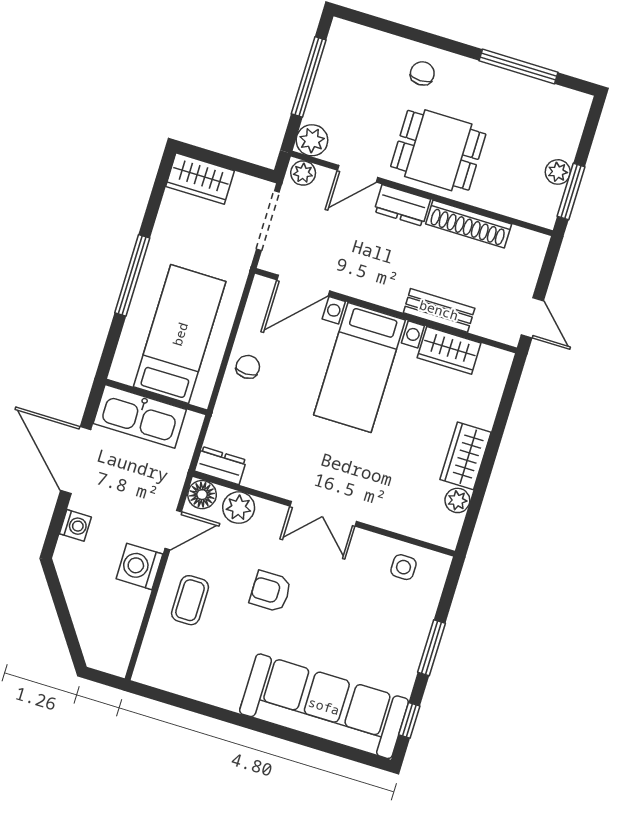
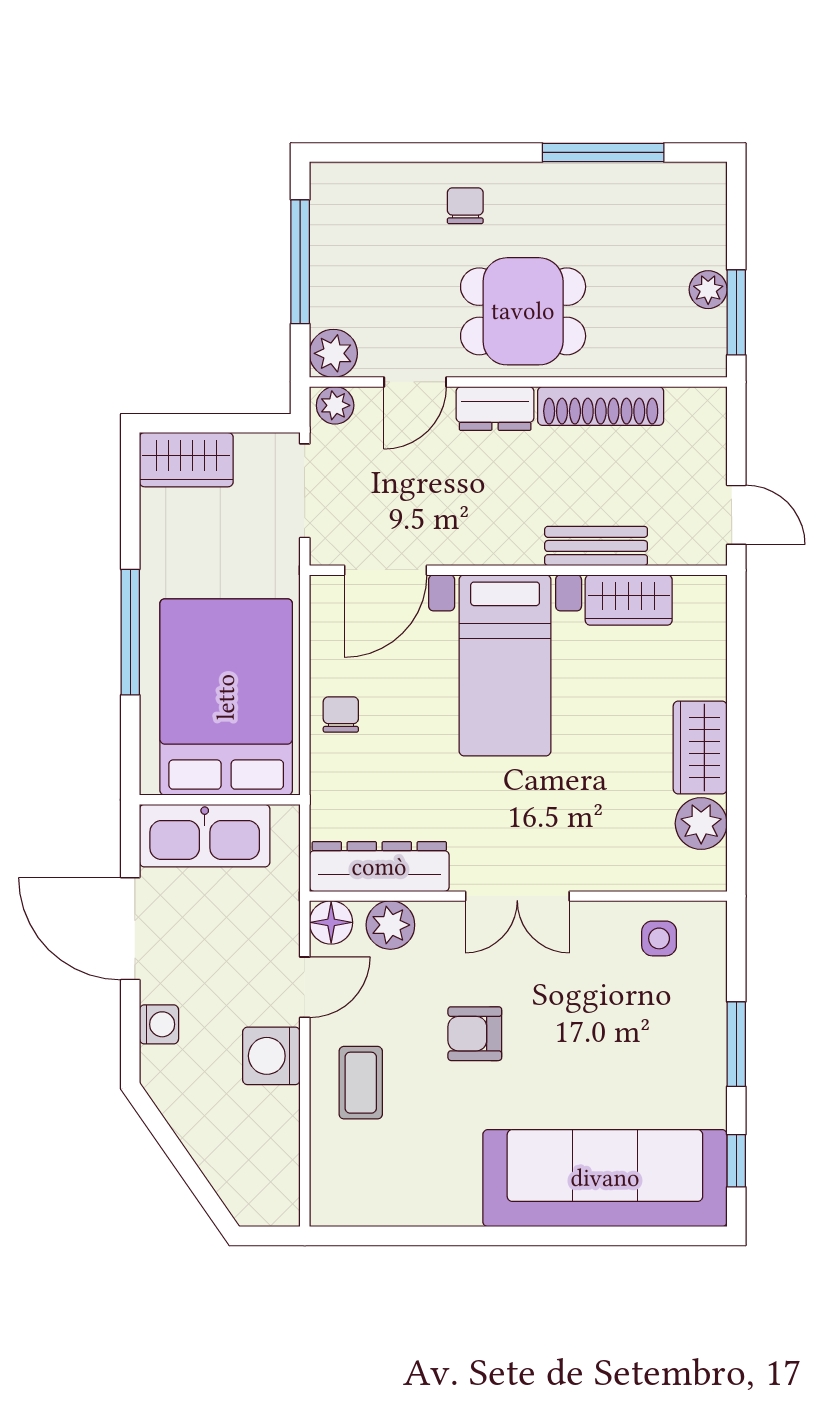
bed: (180, 334) -> (226, 697), width x1.50
dresser: (220, 466) -> (379, 867), width x1.96, depth x1.24
plant: (457, 500) -> (701, 823), width x1.38, depth x1.38

